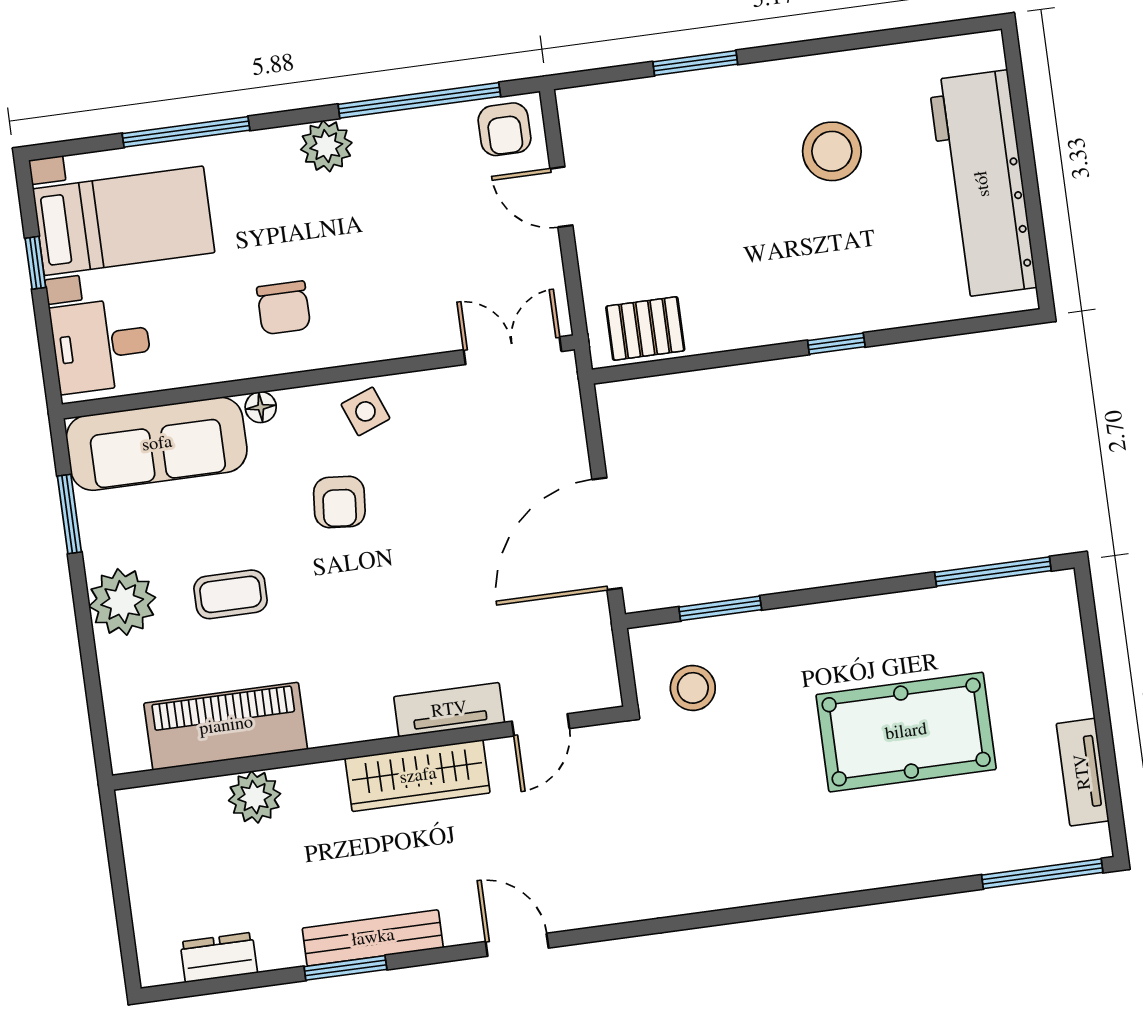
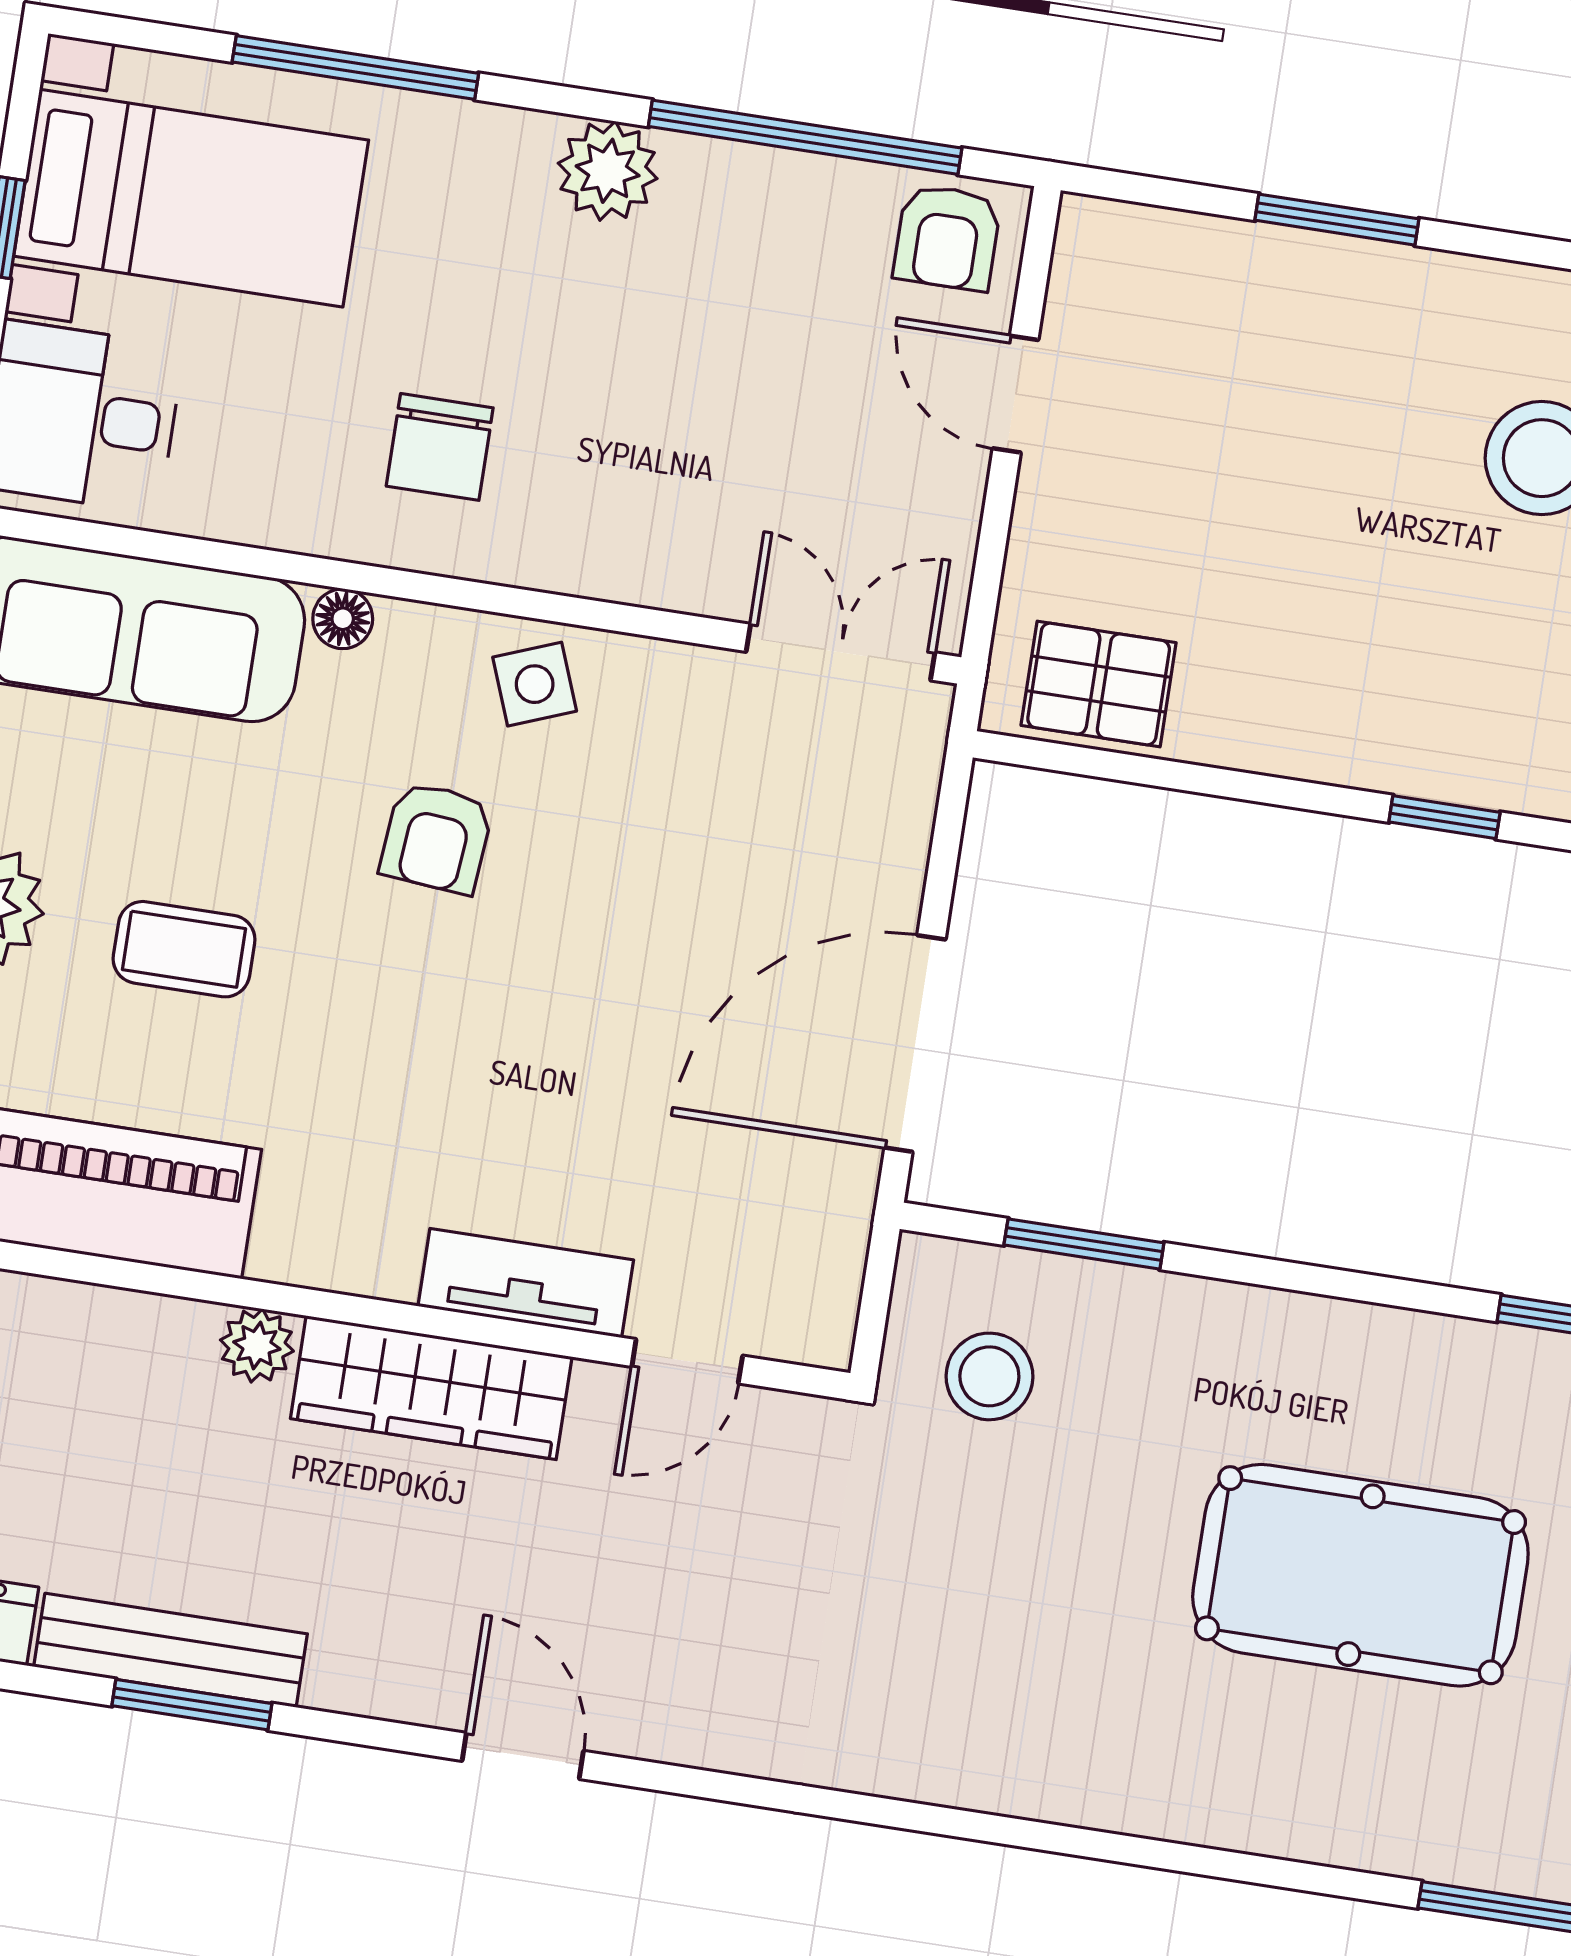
plant: (255, 797) -> (257, 1346), moved, width x0.73, depth x0.73
bench: (373, 938) -> (171, 1650), moved

